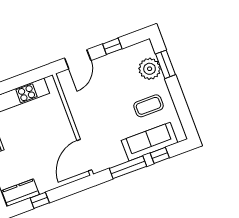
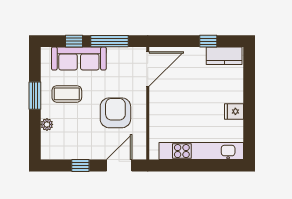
window: (165, 64) -> (35, 96), moved
plant: (150, 69) -> (47, 124), width x0.53, depth x0.53
armchair: (99, 105) -> (115, 113), added

